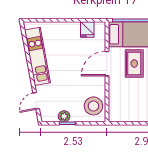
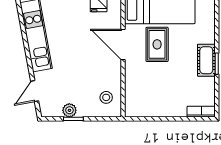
door: (107, 64) -> (123, 44), hinge flipped
stool: (93, 106) -> (106, 97), width x0.53, depth x0.53

